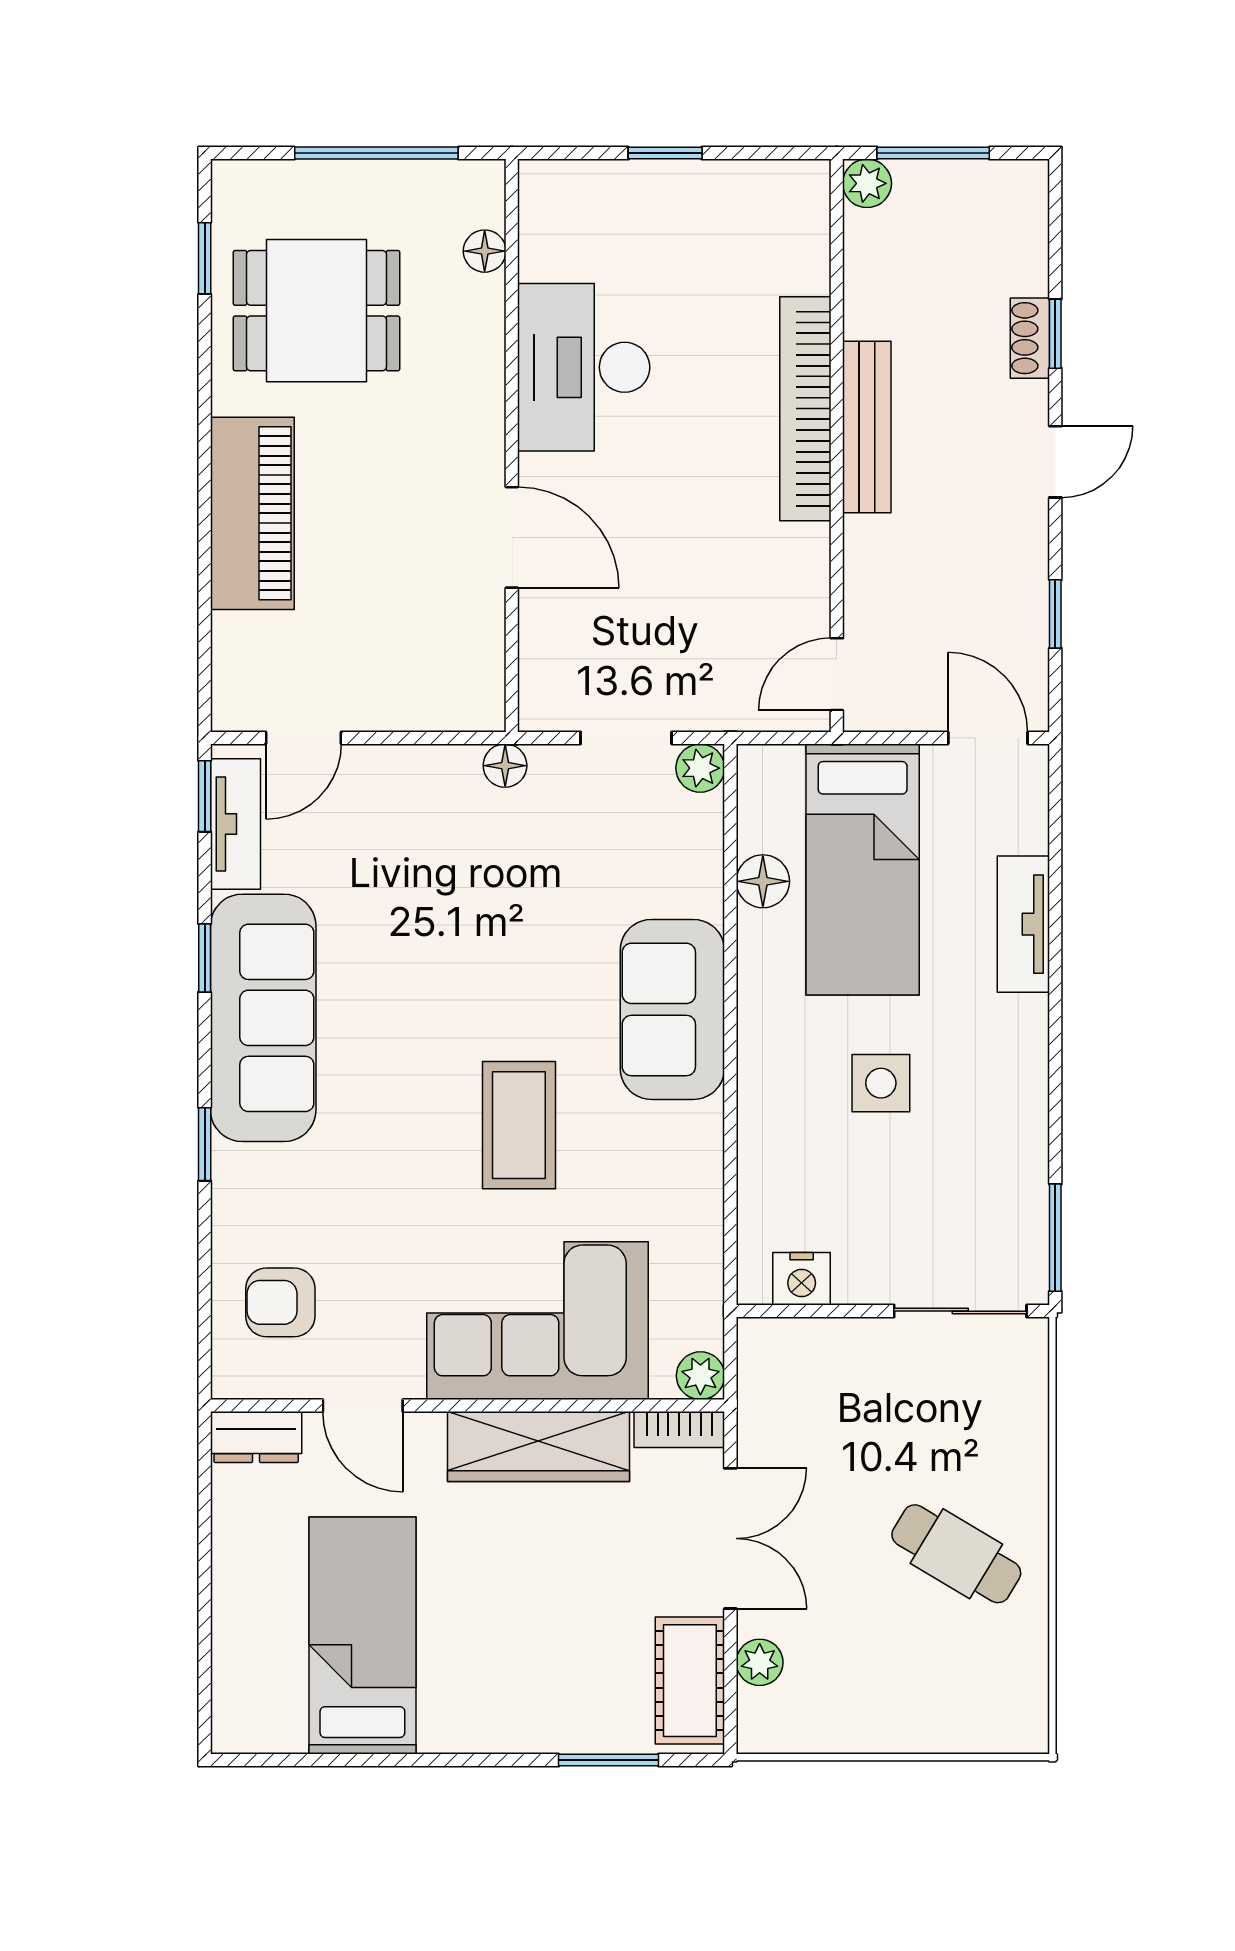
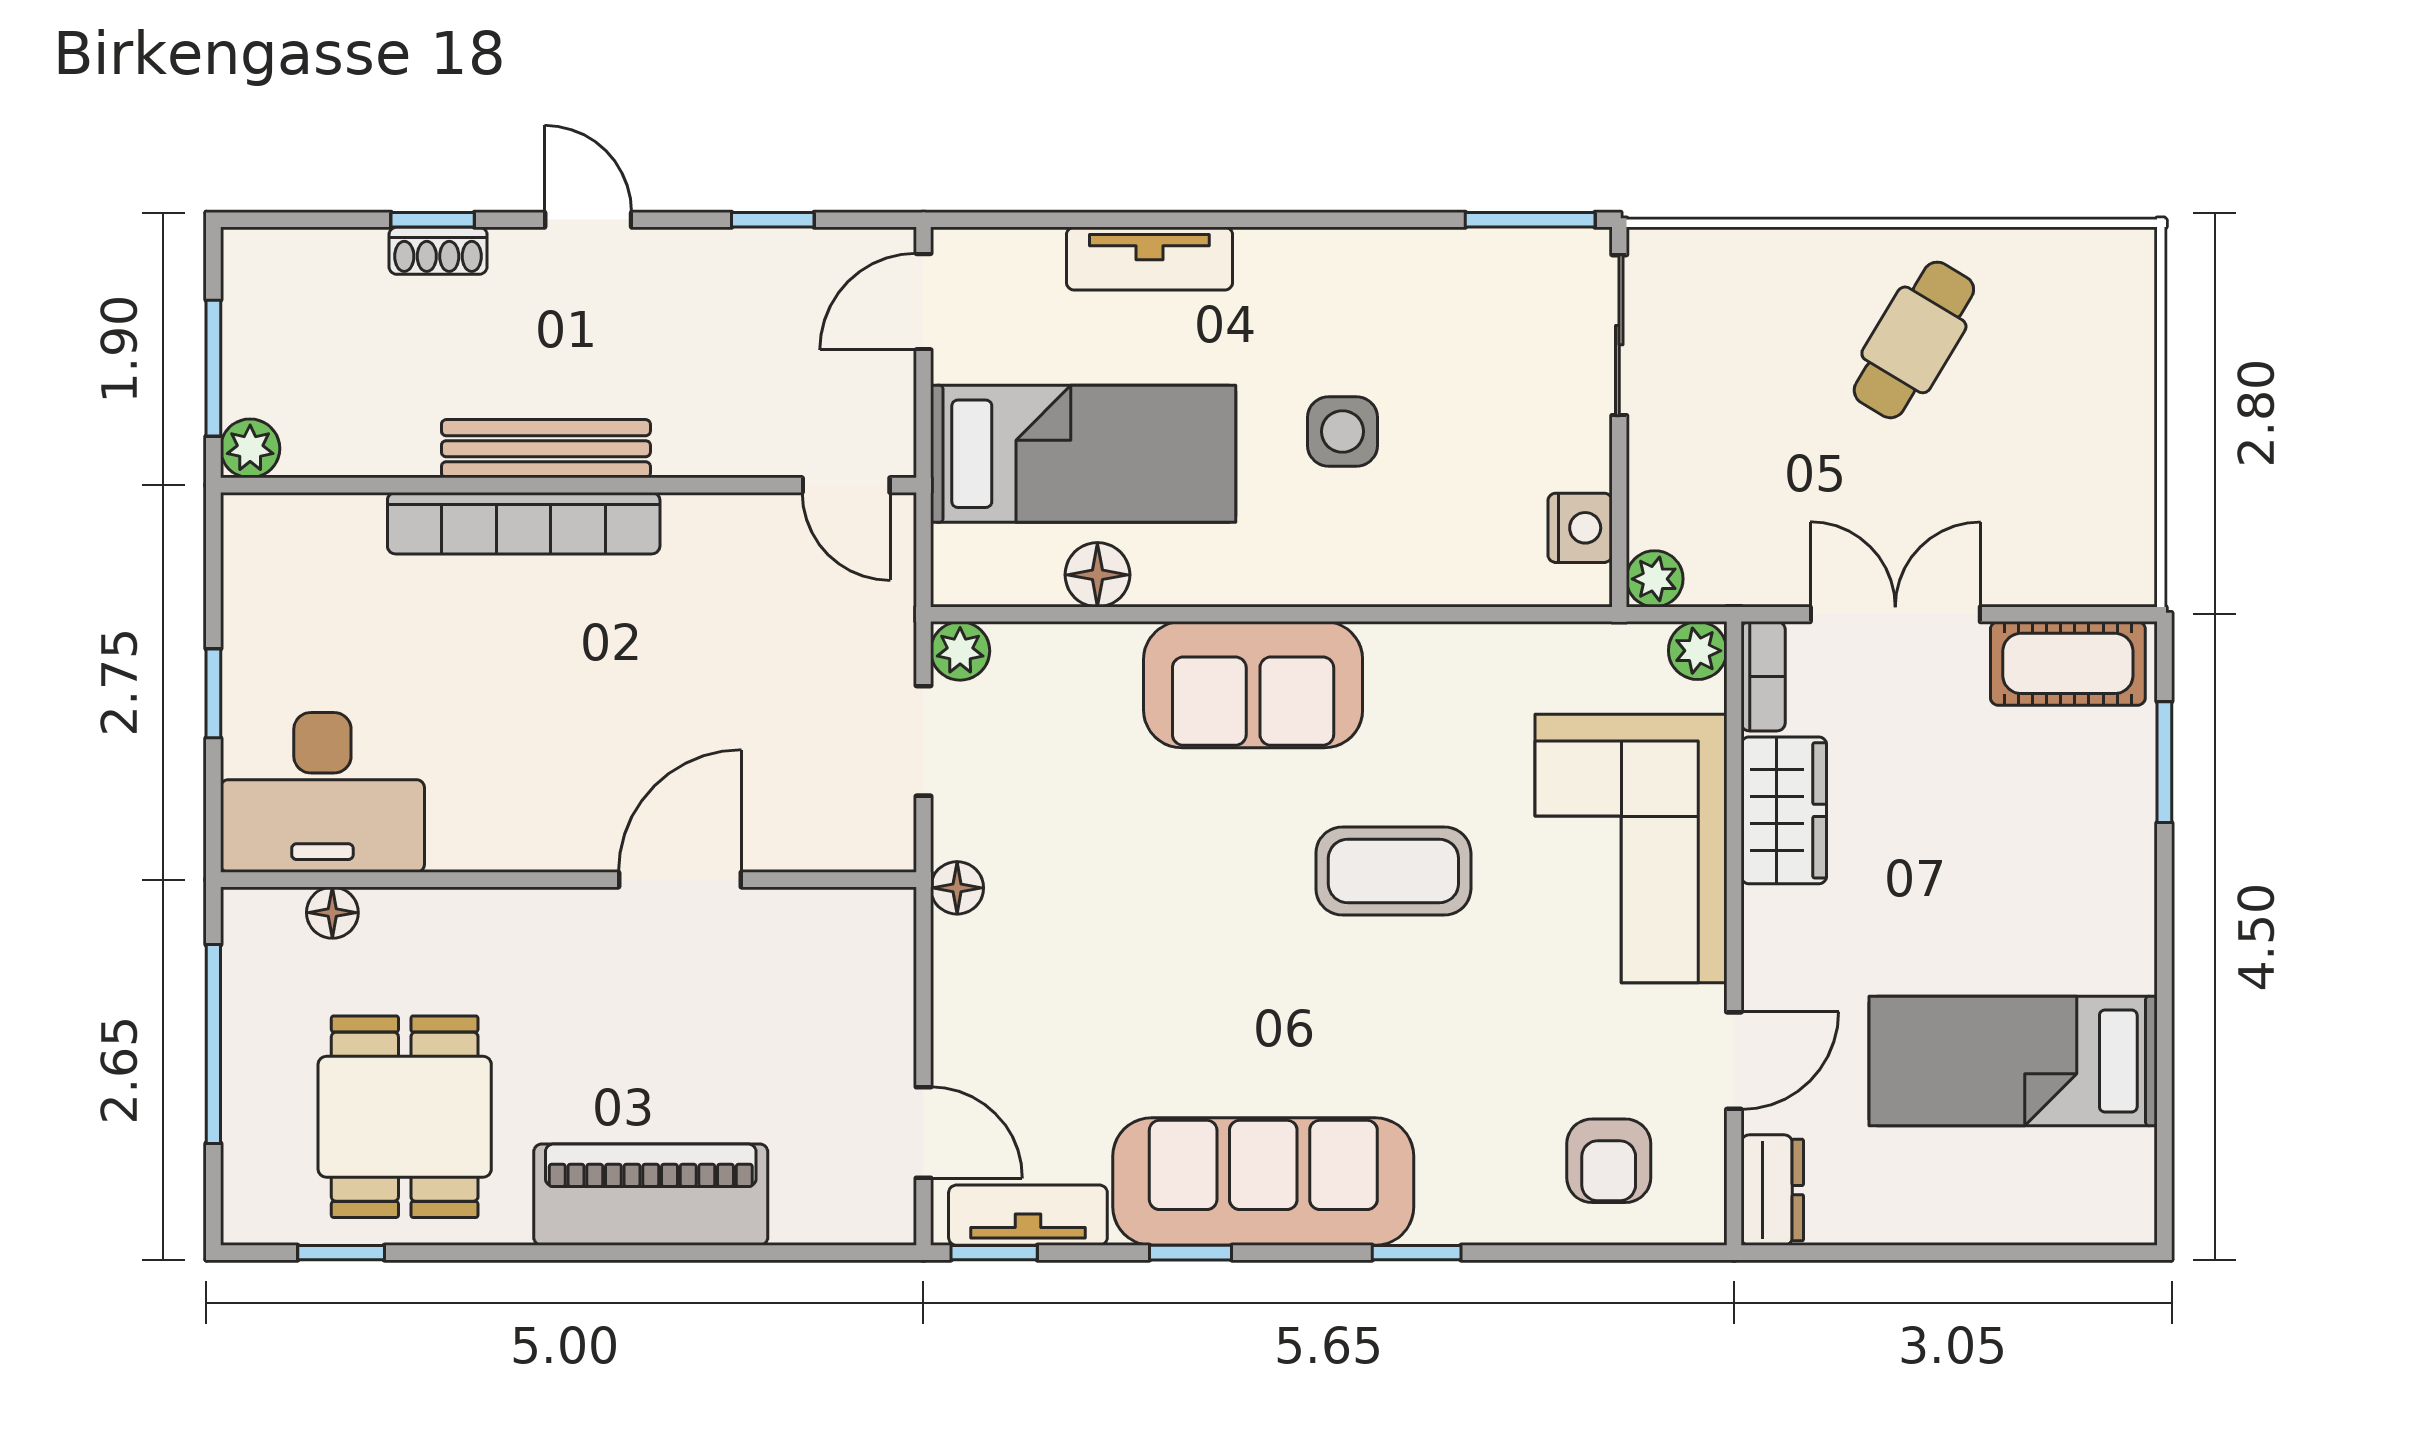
desk: (584, 367) -> (322, 792), moved
wardrobe: (539, 1447) -> (1784, 810), width x0.67
plant: (760, 1662) -> (1655, 579), moved

